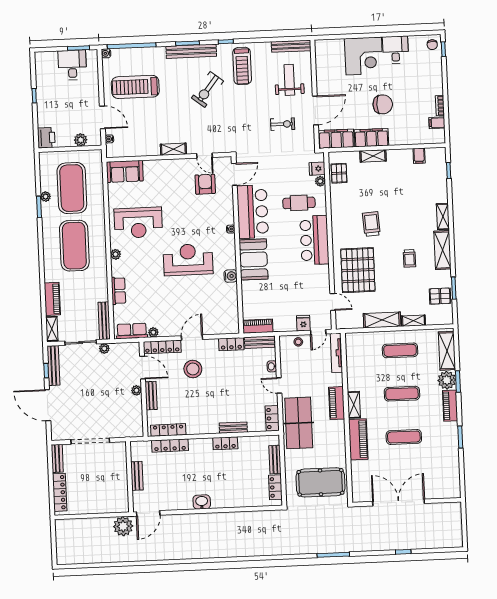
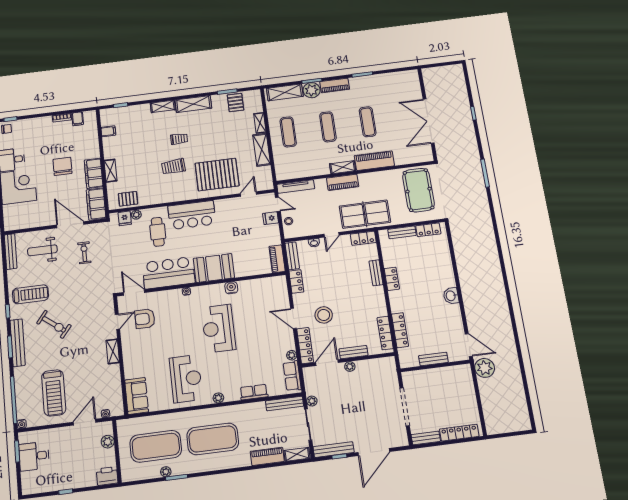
trolley: (409, 258) -> (179, 139), moved

